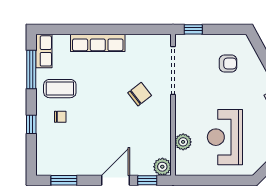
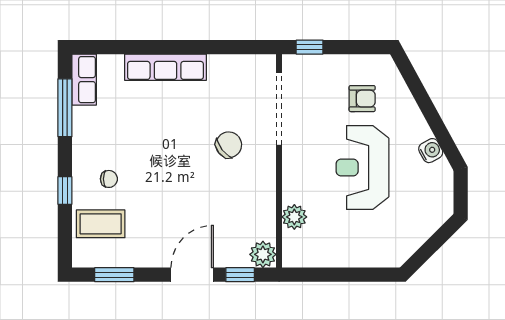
coffee table: (60, 89) -> (101, 224), moved
reception desk: (225, 137) -> (362, 168), moved

